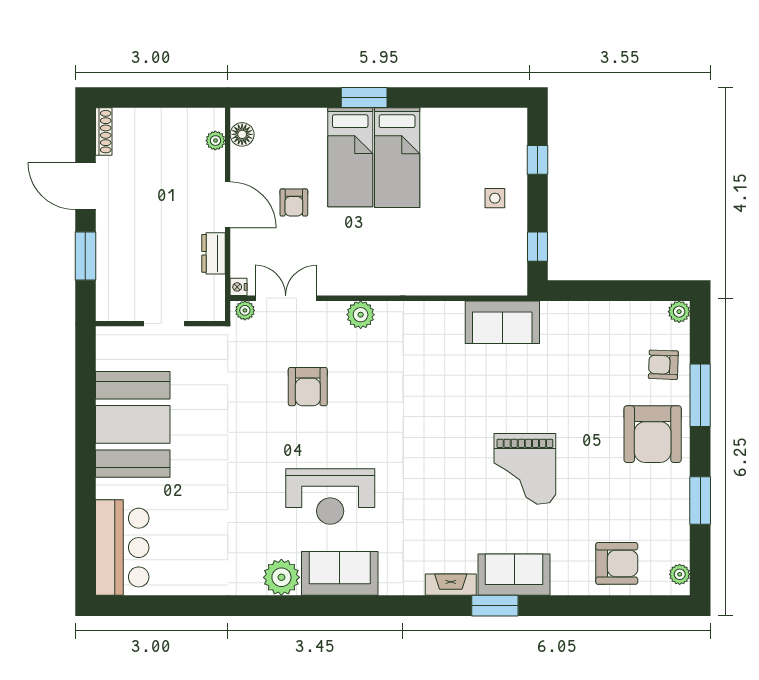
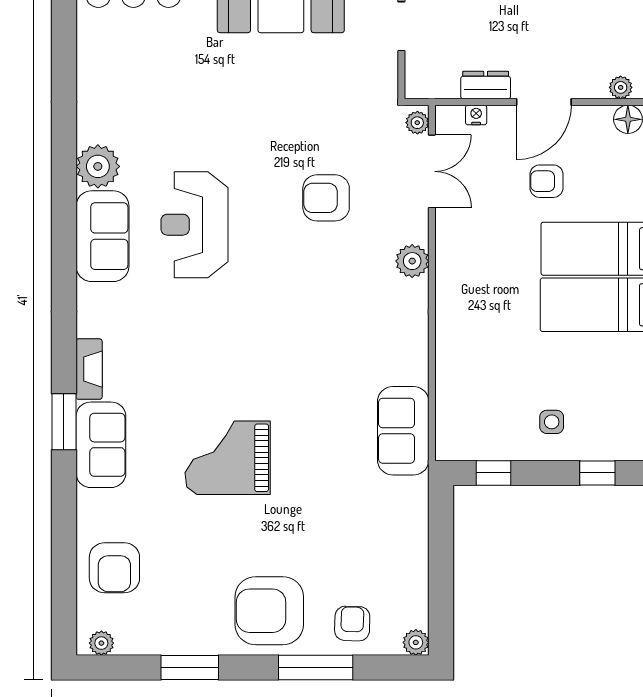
nightstand: (238, 287) -> (476, 115), moved

